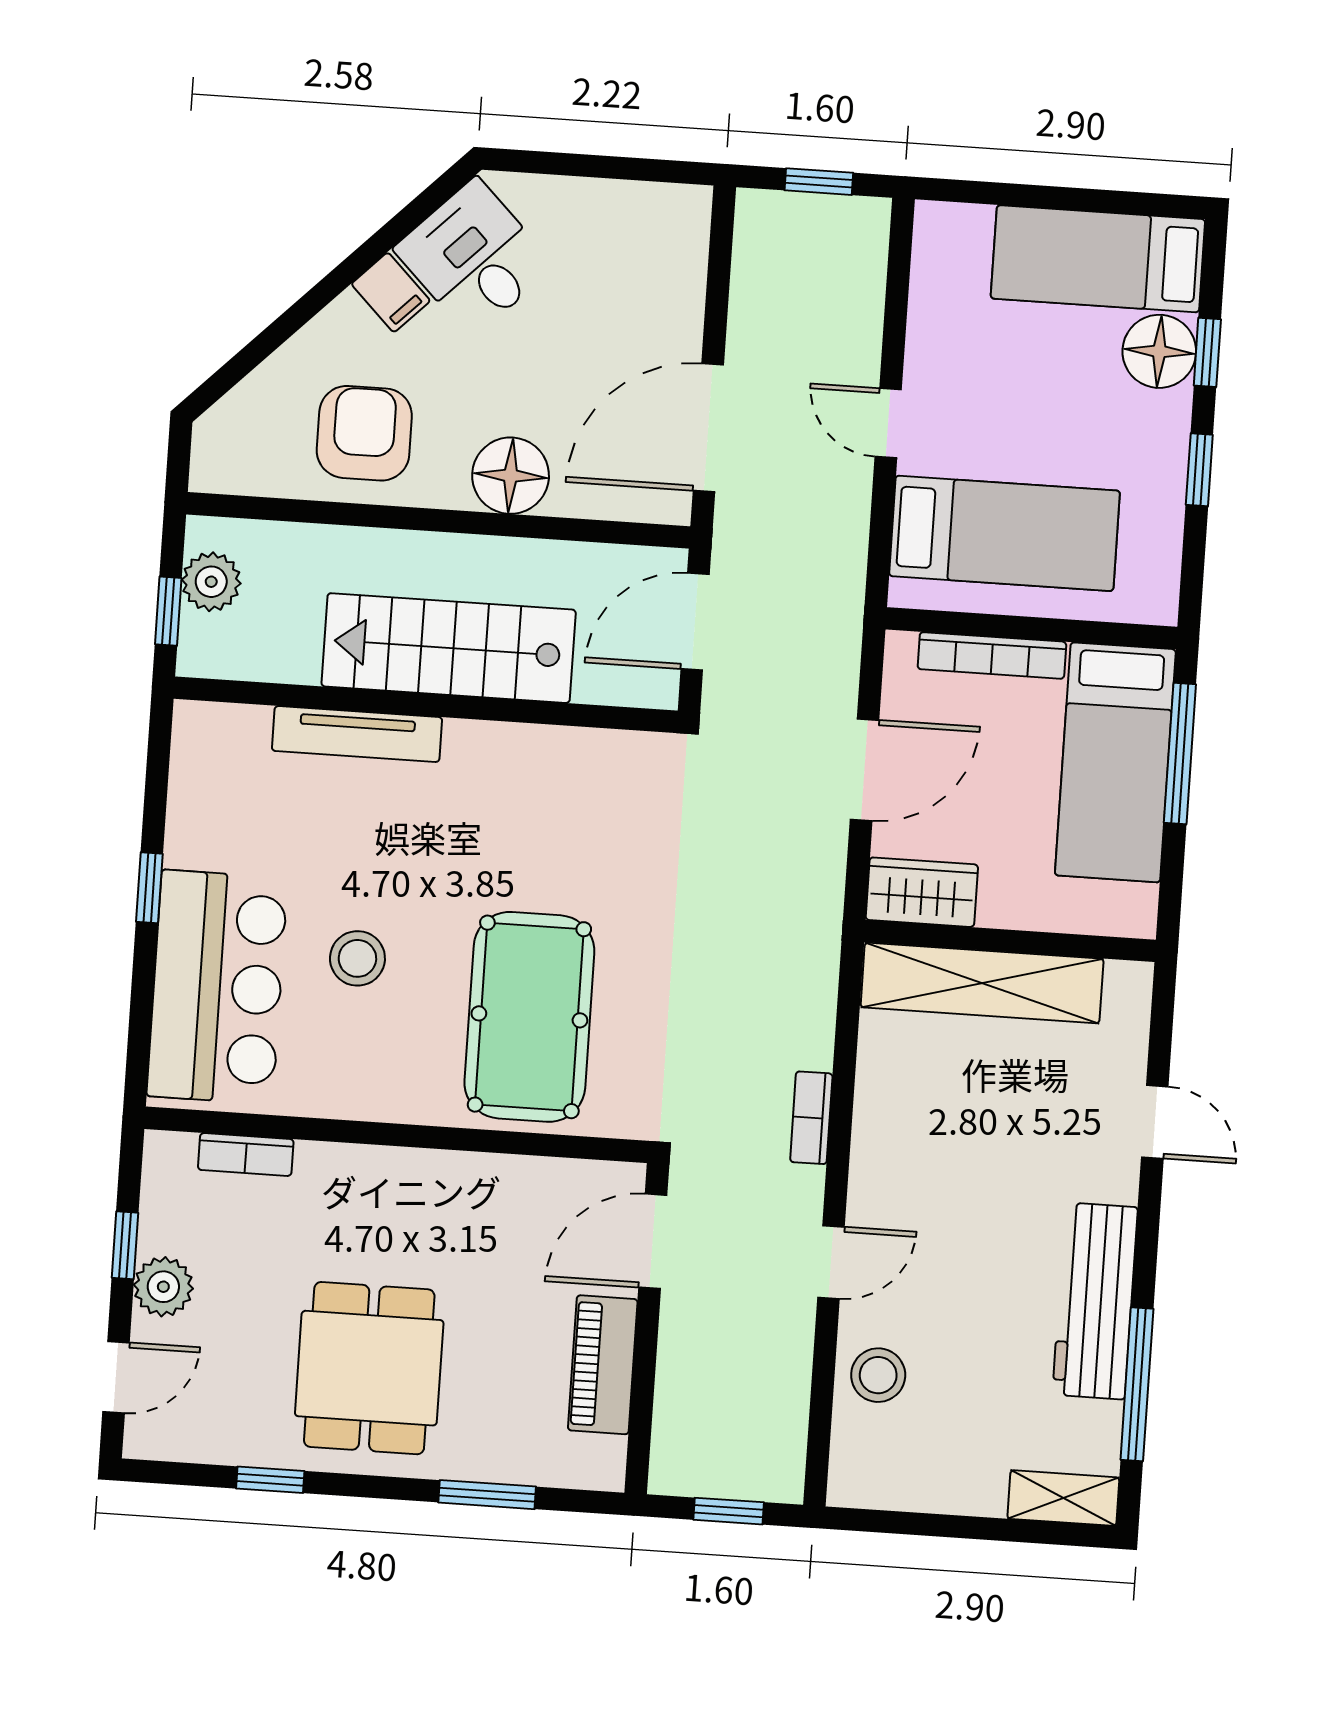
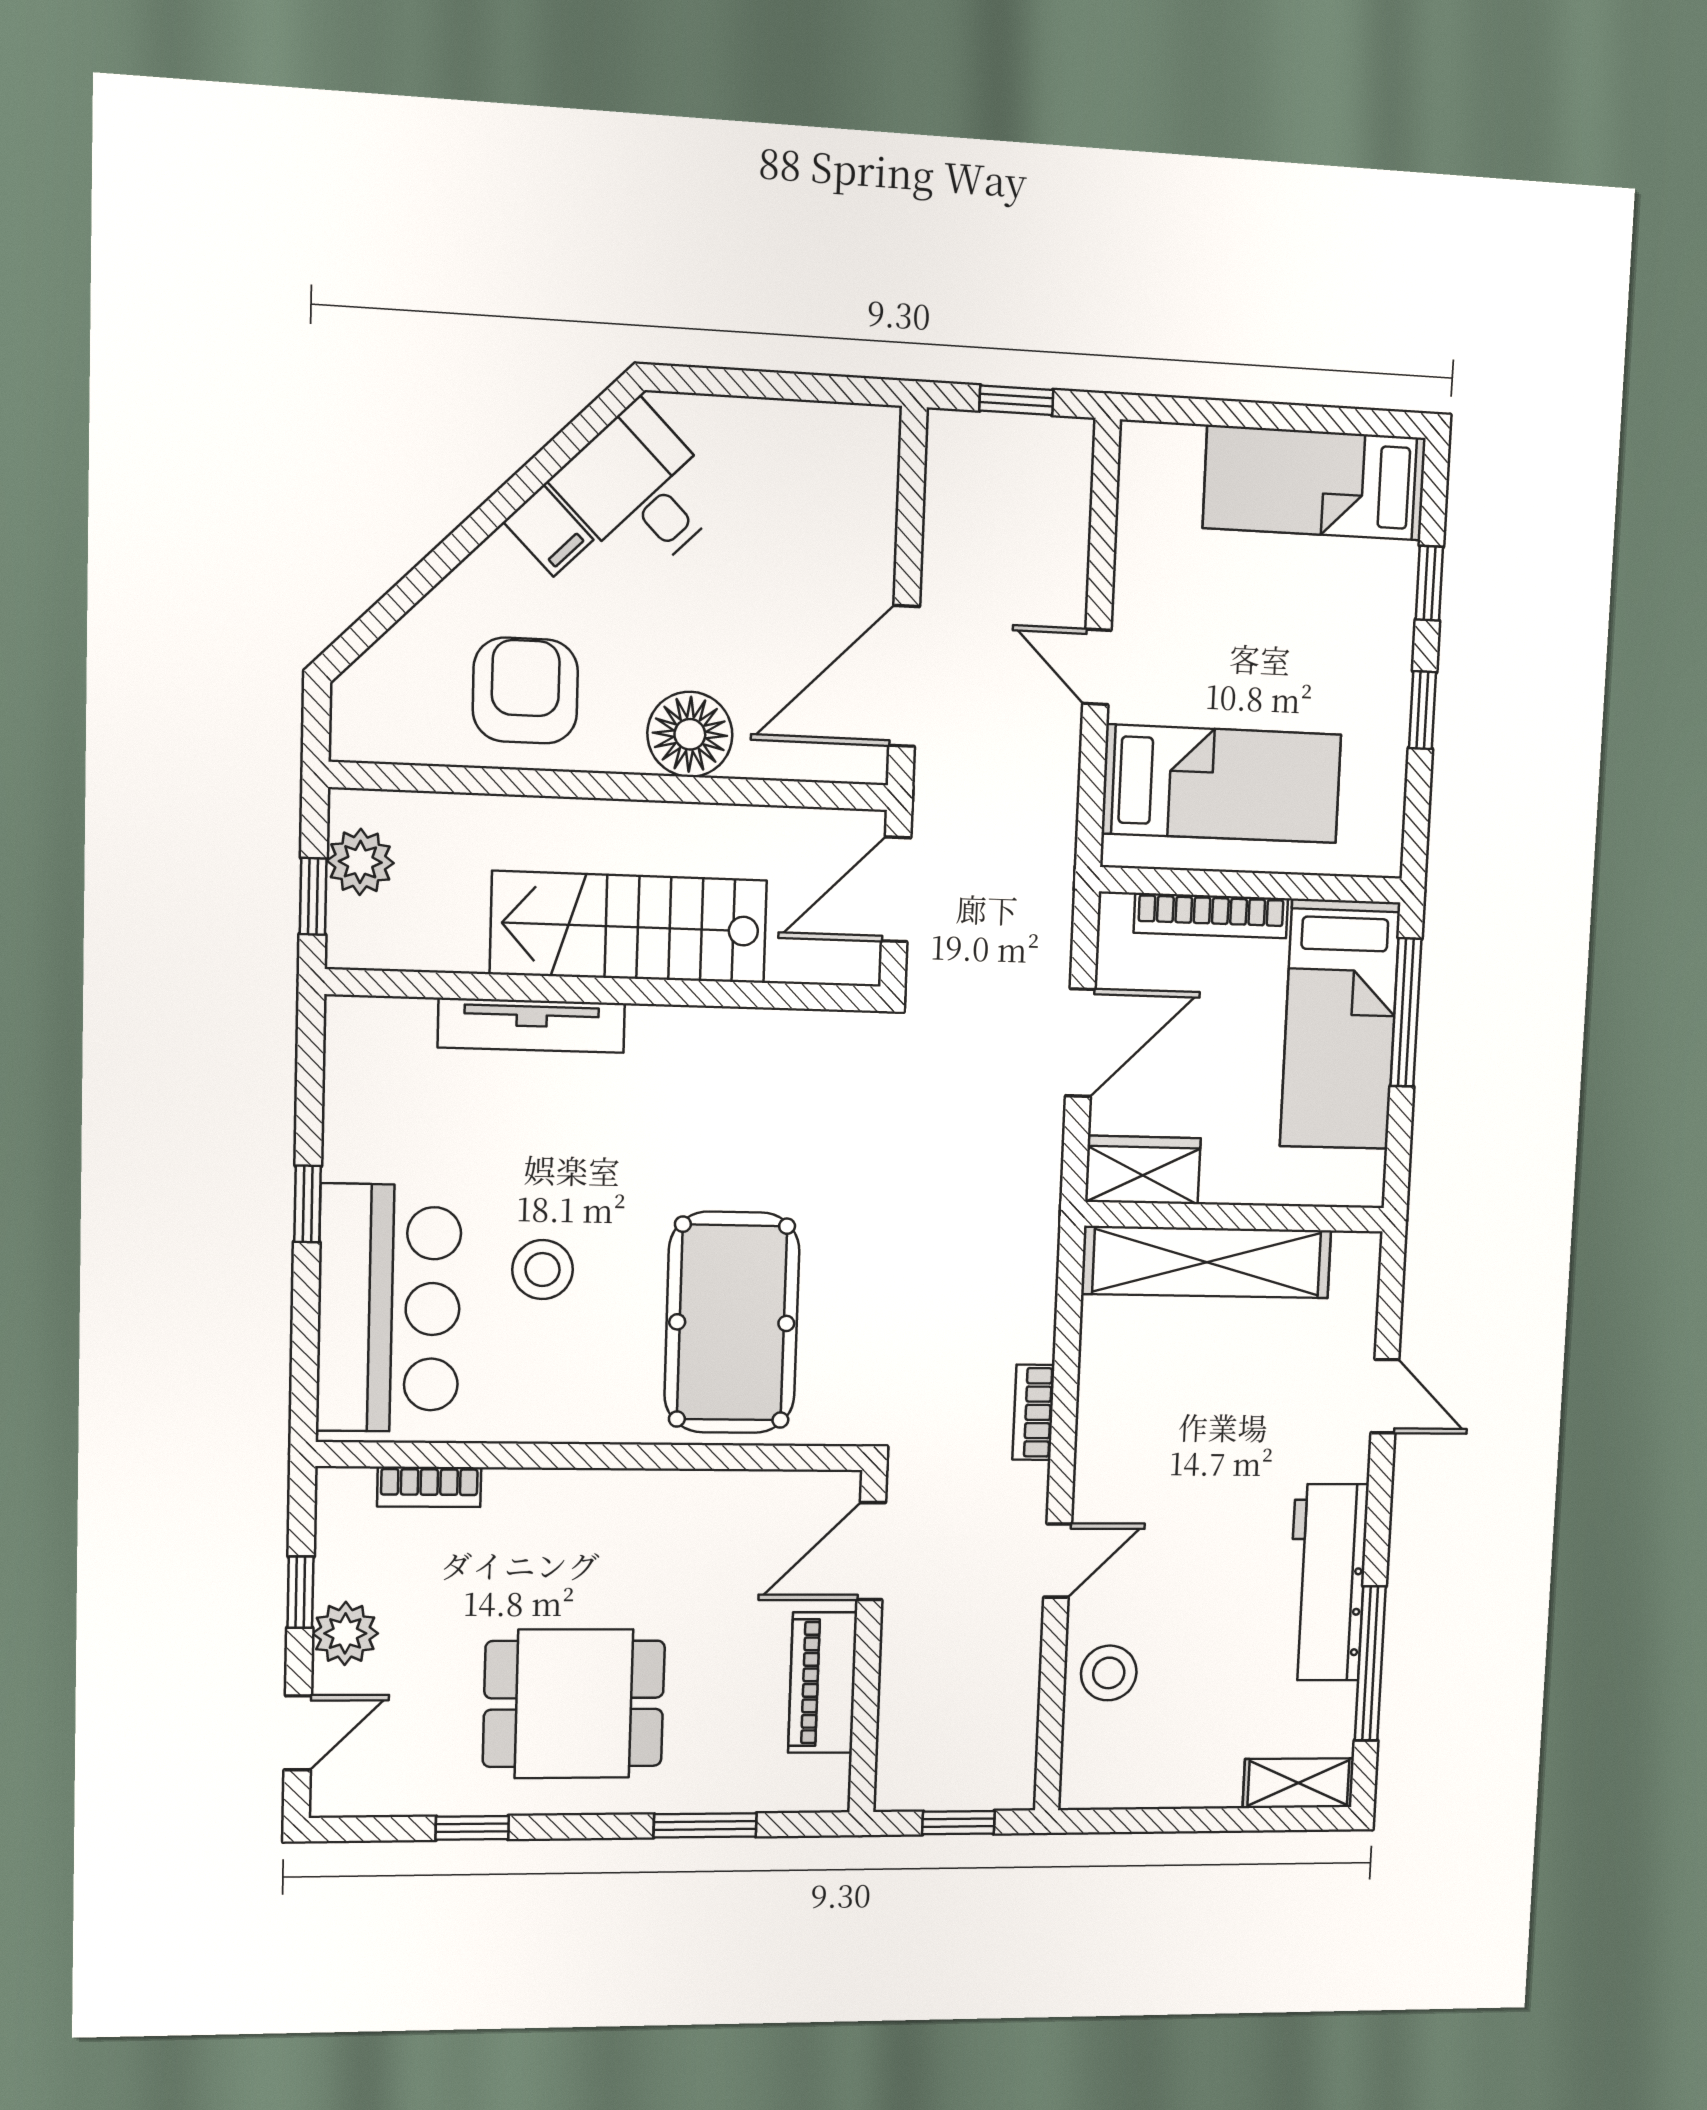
floor lamp: (1159, 351) -> (1380, 583), removed
dining table: (369, 1368) -> (574, 1704), turned 90

